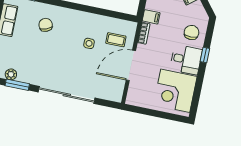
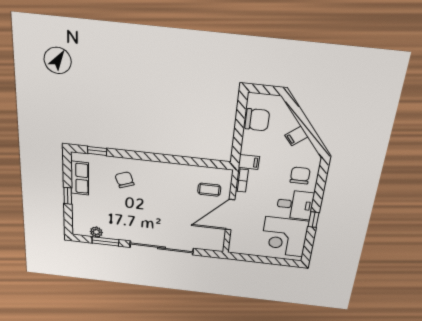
side table: (89, 43) -> (178, 196), removed
window: (205, 55) -> (313, 220), moved

